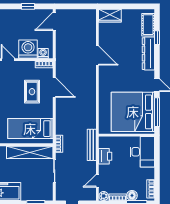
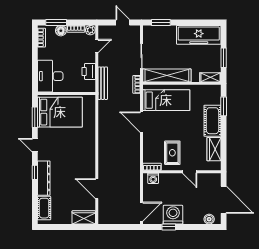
window: (157, 38) -> (35, 172), moved
washing machine: (28, 49) -> (173, 215), moved, turned 180
door: (97, 55) -> (97, 189), moved
door: (54, 88) -> (142, 122), moved
rug: (32, 92) -> (172, 153), moved
bed: (133, 112) -> (60, 112), width x0.73
window: (157, 112) -> (35, 117), width x0.69

